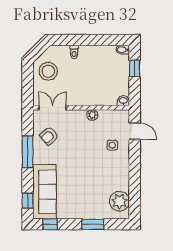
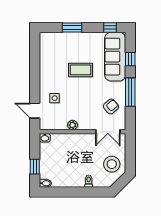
coffee table: (83, 177) -> (81, 70), added
window: (28, 201) -> (130, 59), moved
plant: (119, 201) -> (48, 48), removed

